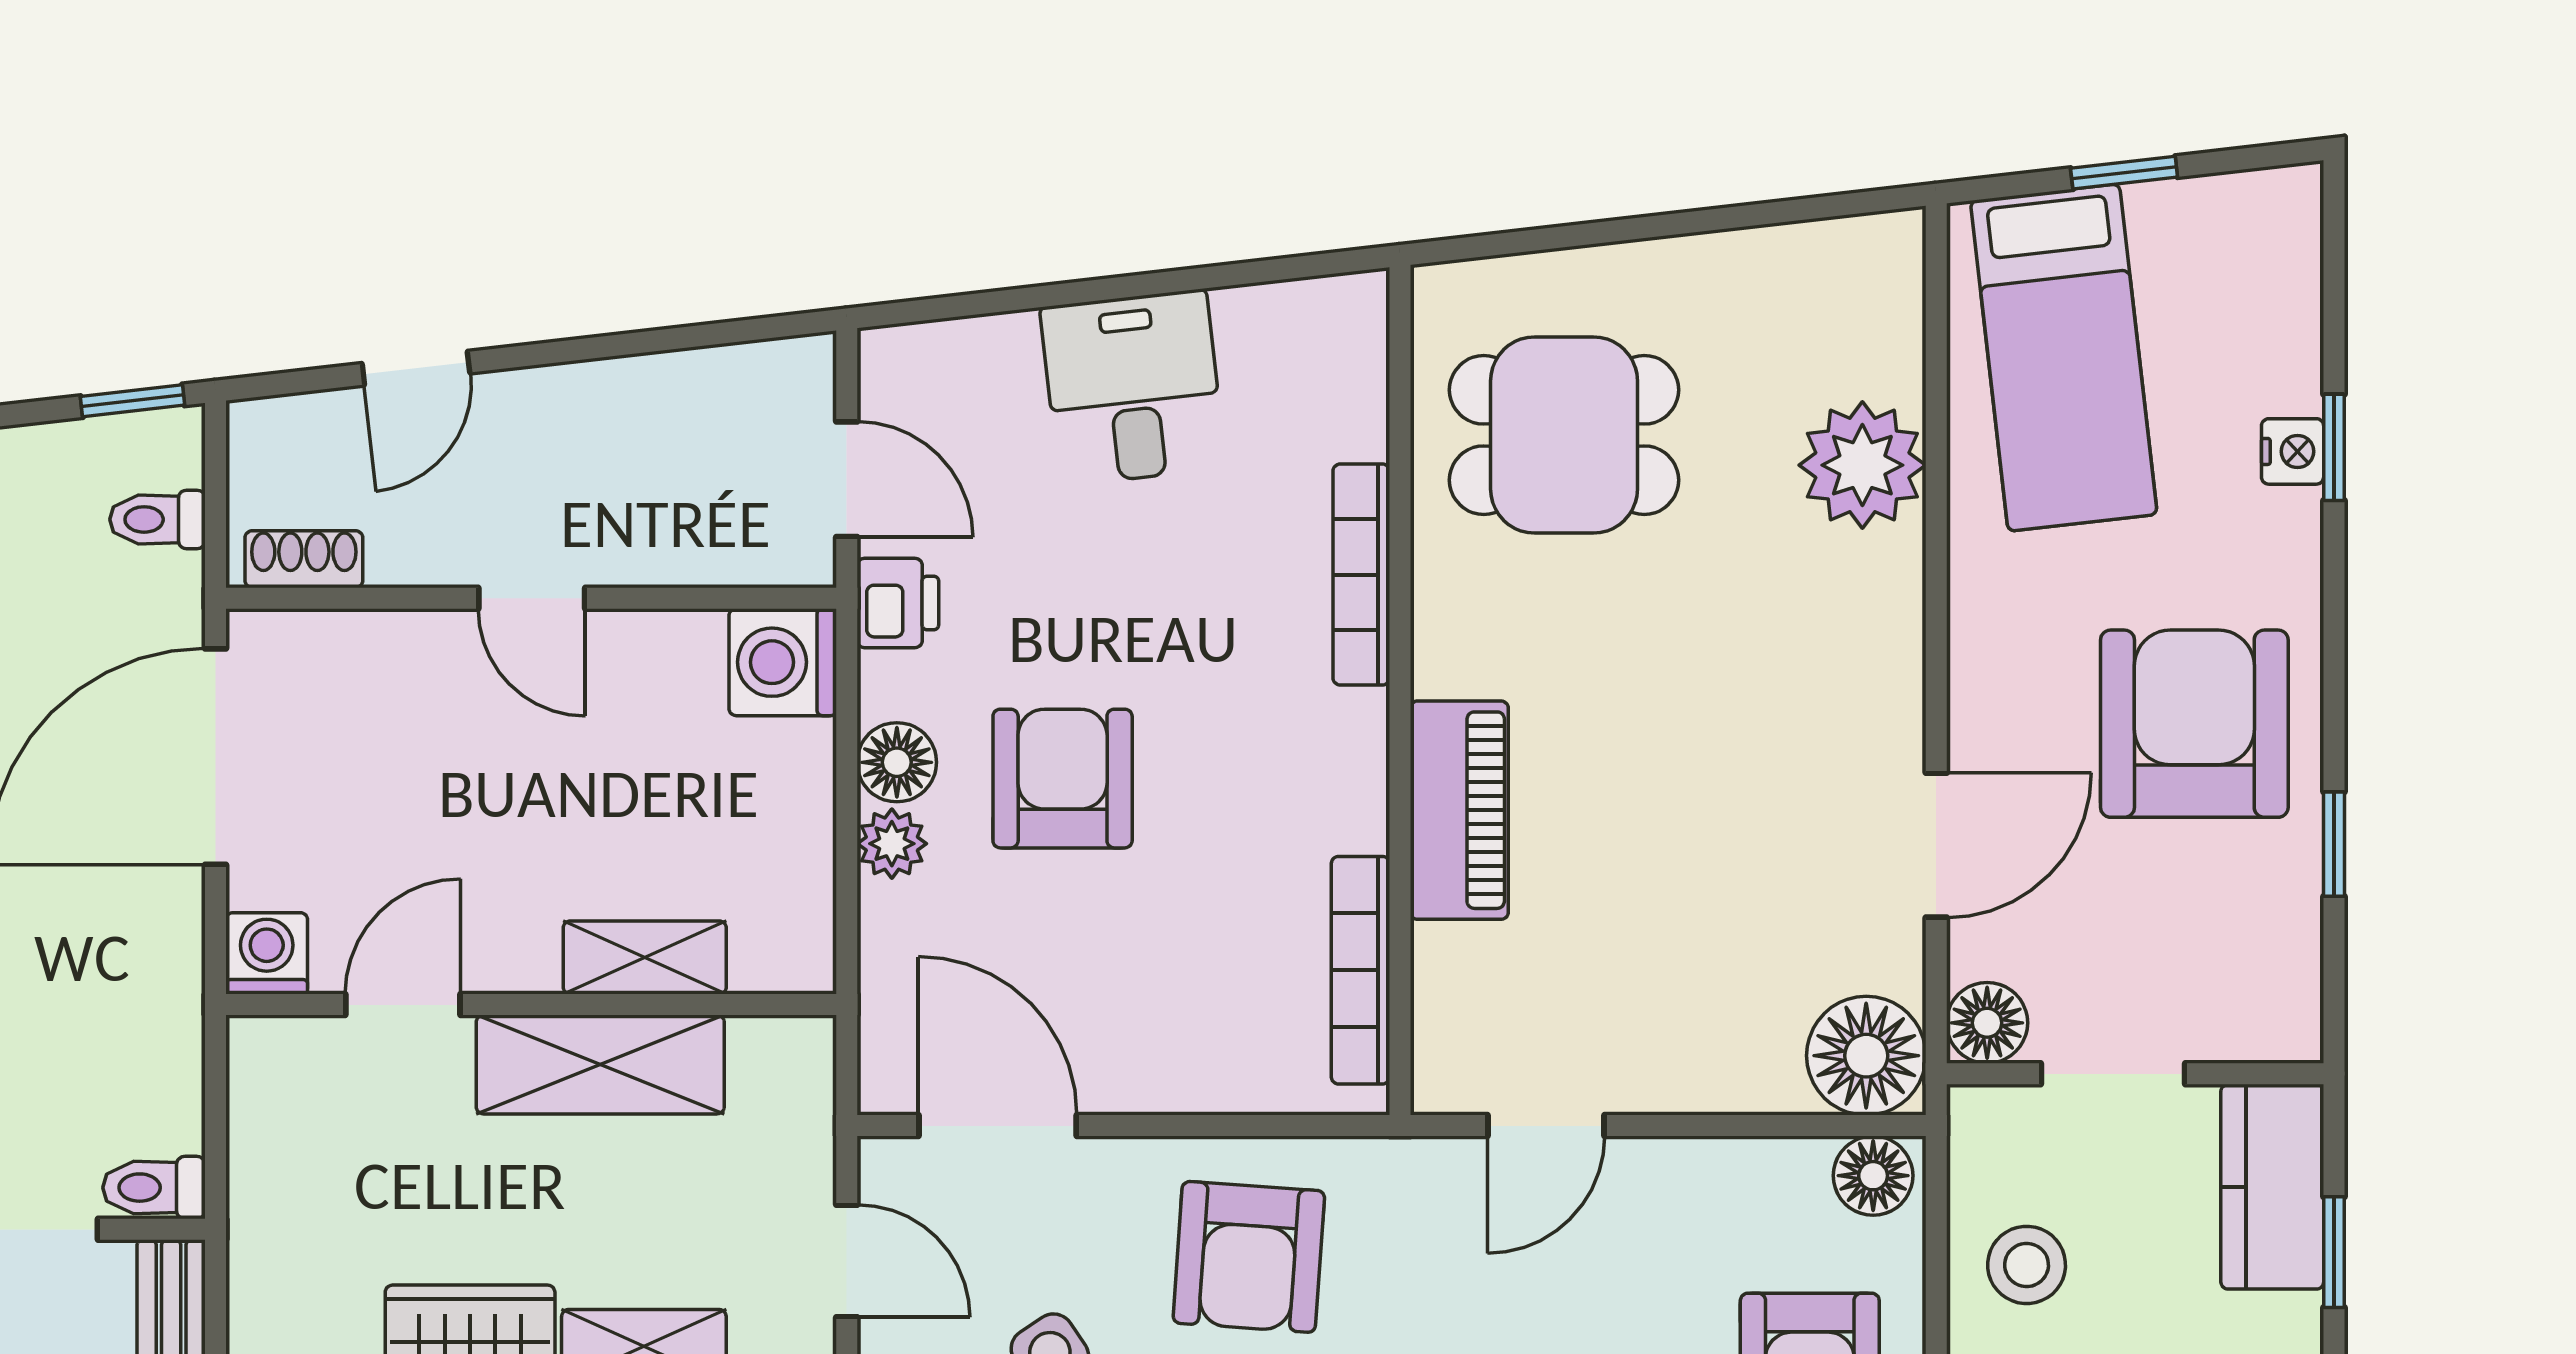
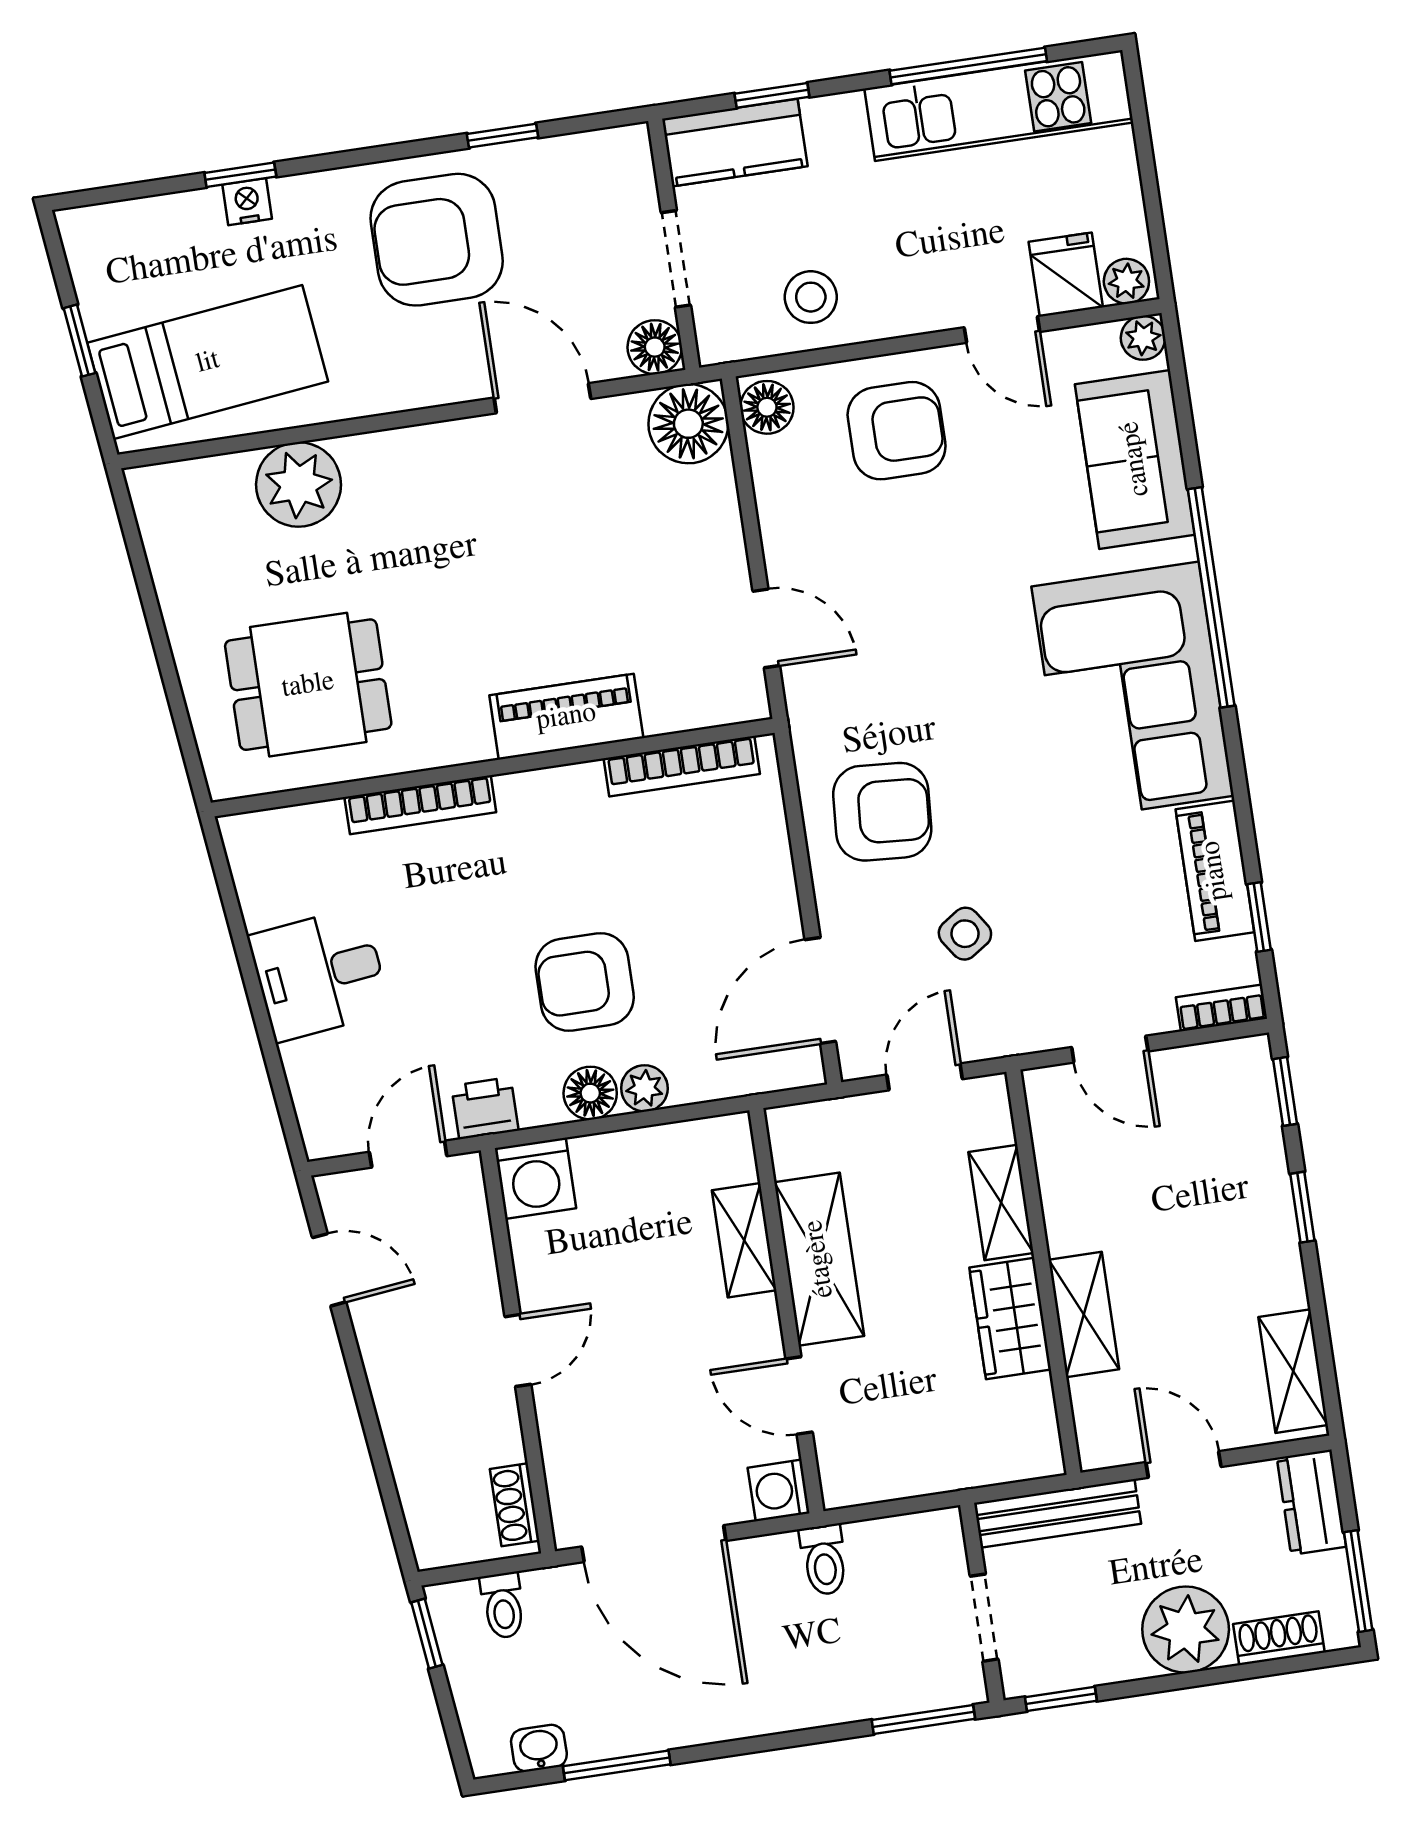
door: (416, 368) -> (329, 1270), moved
dining table: (1564, 435) -> (308, 685), turned 90
toilet: (154, 1188) -> (824, 1560), moved

